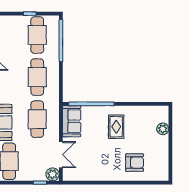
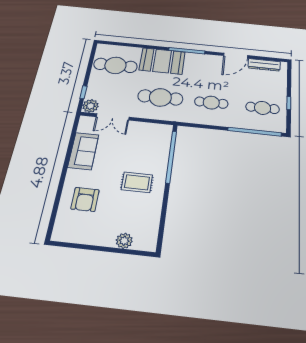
cafe table: (37, 35) -> (263, 108), width x0.73, depth x0.74
cafe table: (37, 77) -> (211, 103), width x0.73, depth x0.74
sofa: (72, 121) -> (83, 151), moved, turned -90

